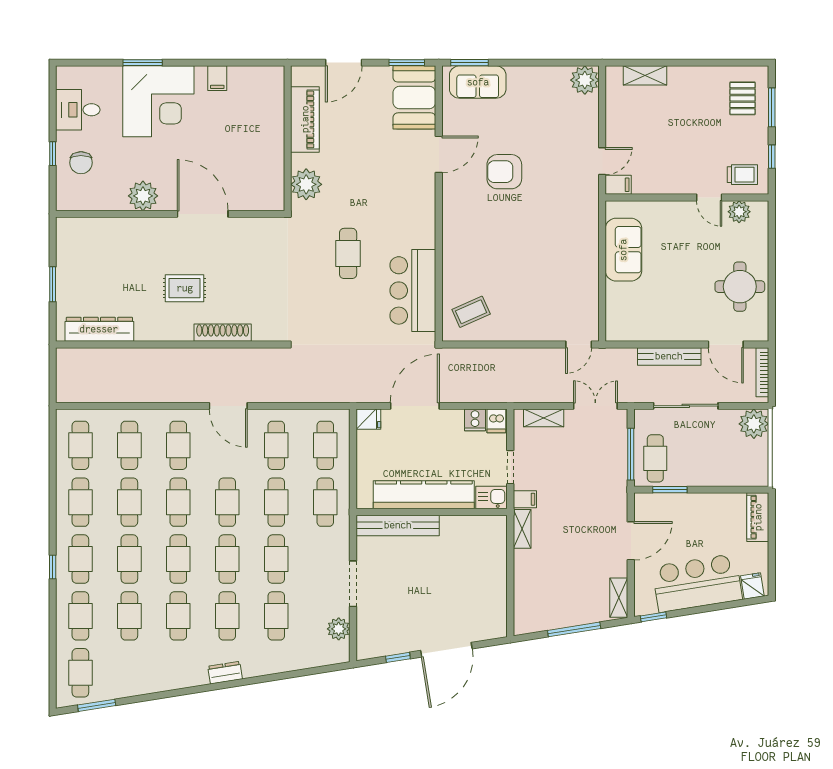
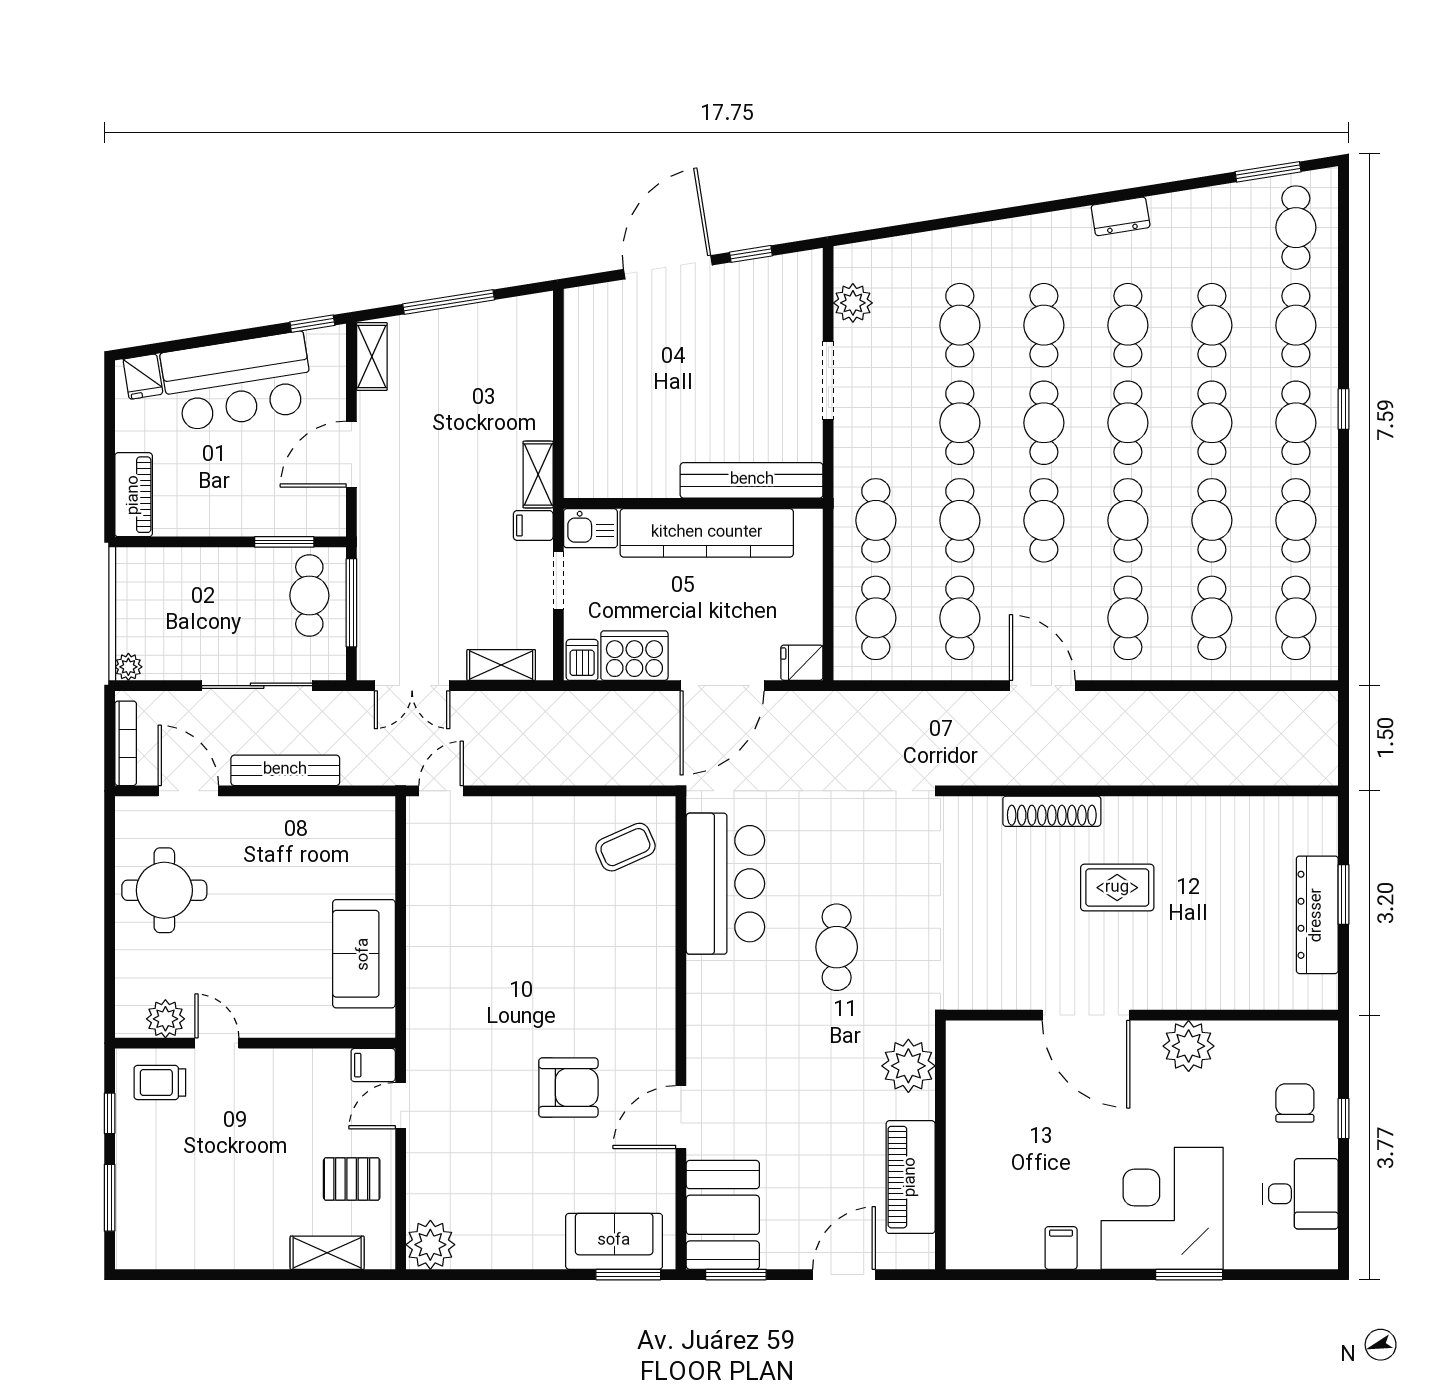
pallet: (743, 98) -> (352, 1179), moved, turned 90
dresser: (99, 329) -> (1317, 915), moved, turned 90
cooker: (475, 420) -> (634, 656), width x1.87, depth x1.31
plant: (754, 424) -> (128, 667), width x0.53, depth x0.53
dresser: (225, 673) -> (1121, 216), moved

